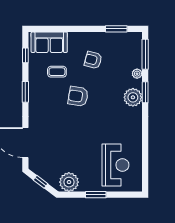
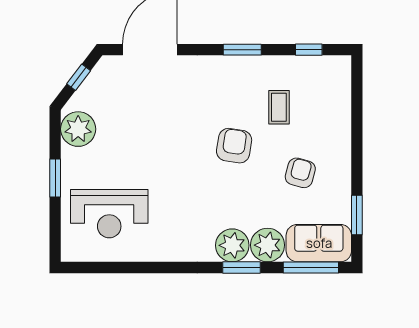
sofa: (49, 42) -> (319, 243), moved, turned 90
plant: (137, 74) -> (268, 245), width x1.87, depth x1.87

